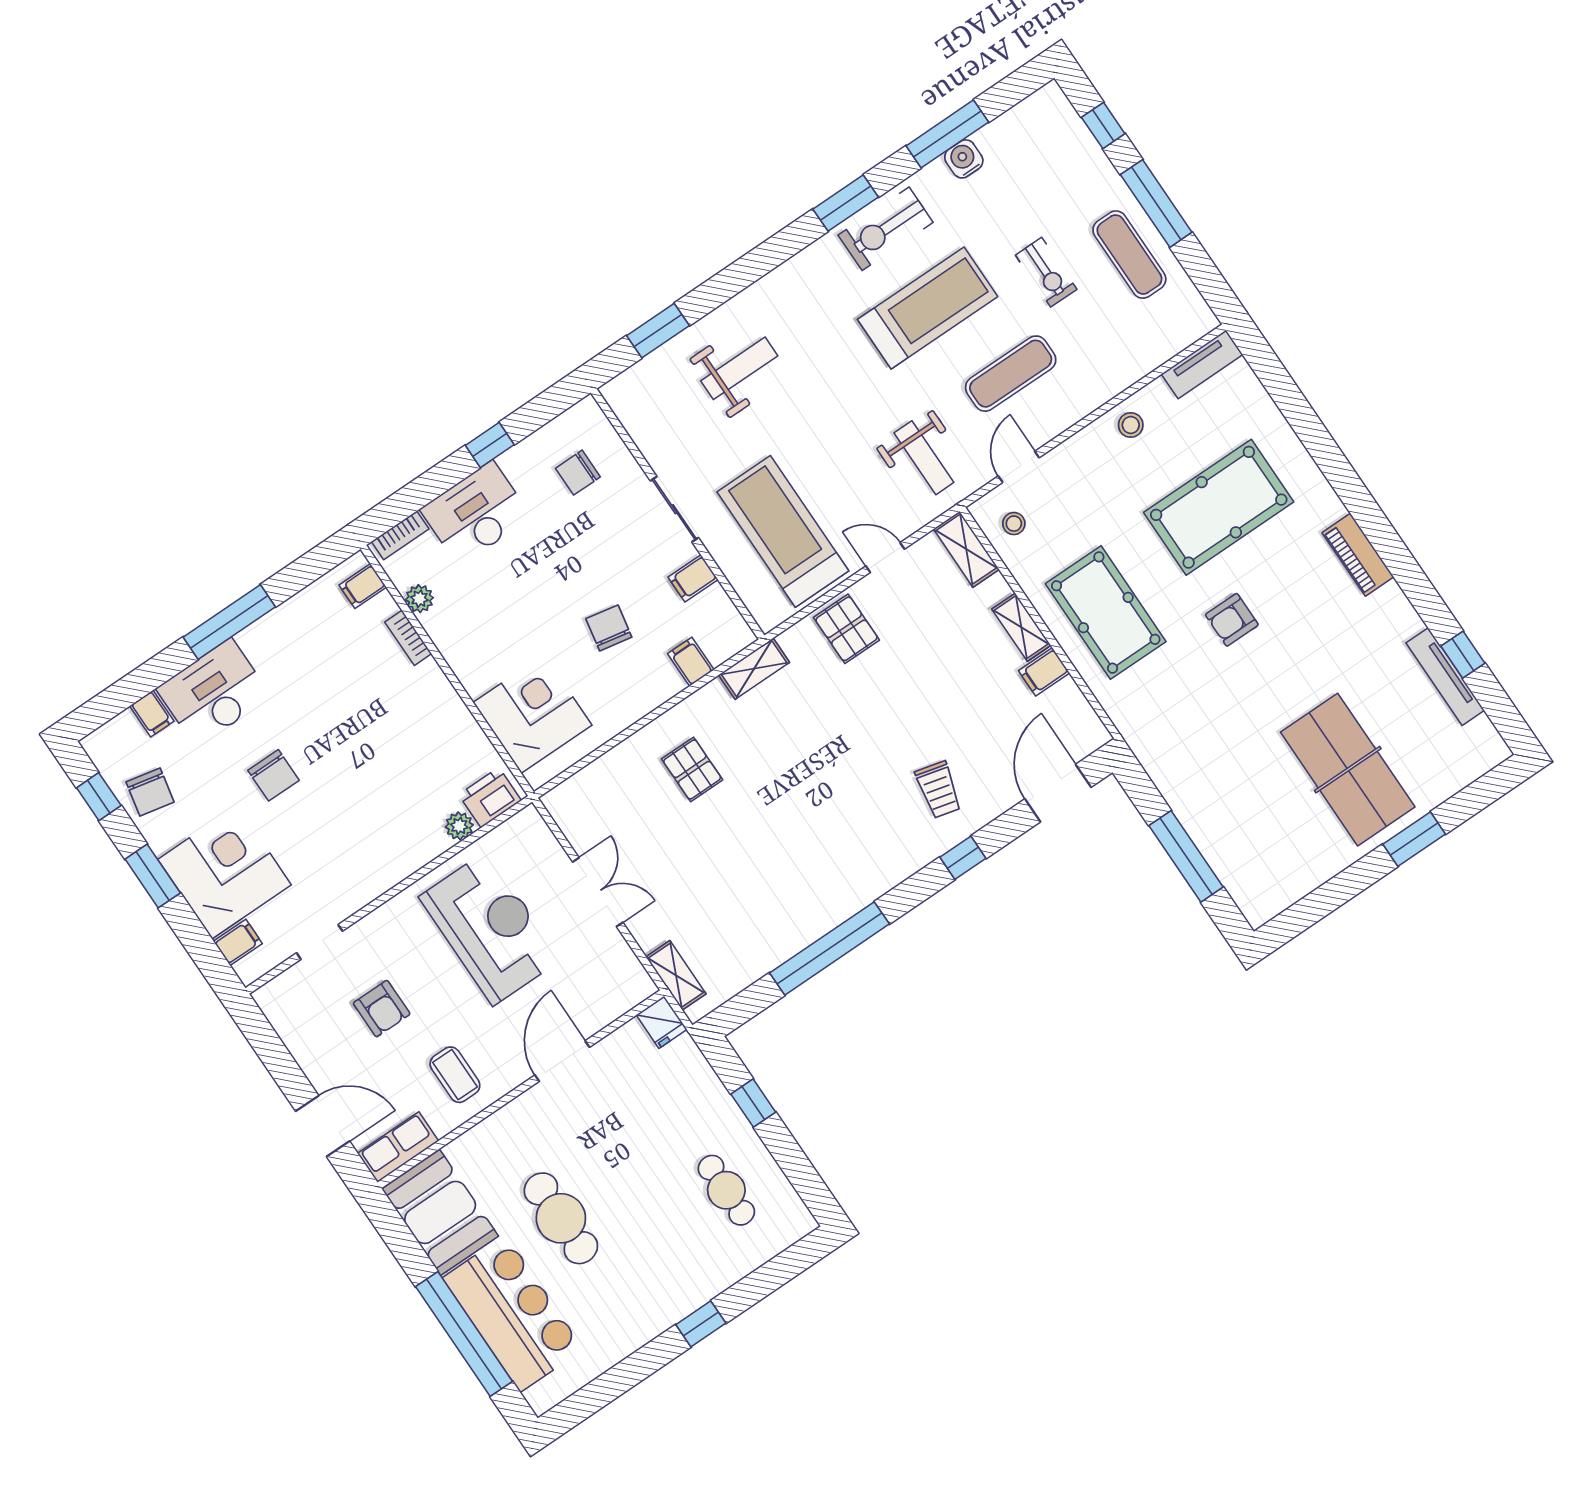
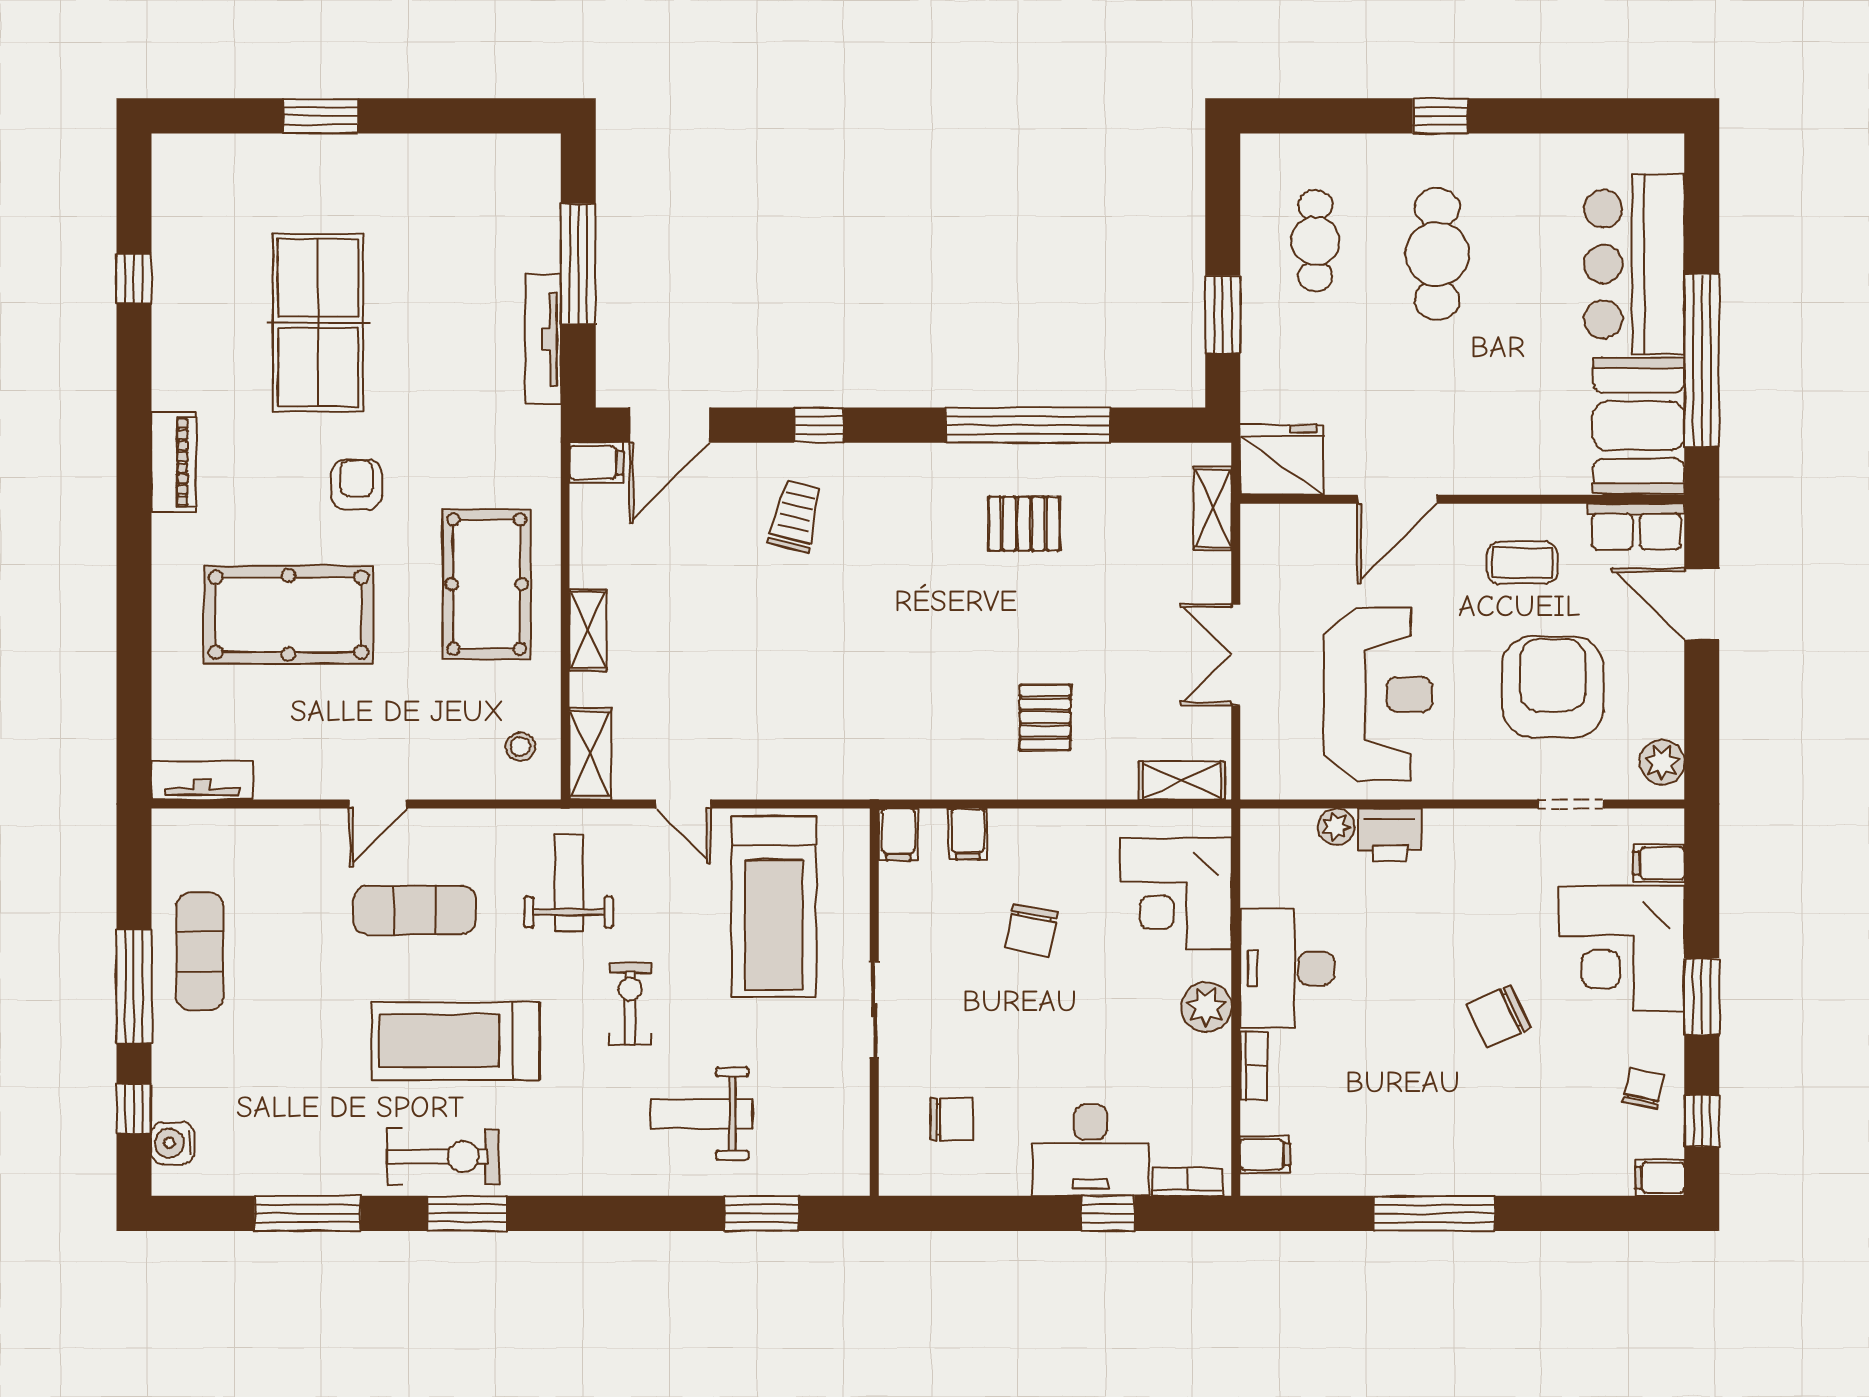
water cooler: (964, 159) -> (173, 1143), moved, turned 90
exercise bike: (1046, 272) -> (630, 1004), moved
stool: (1131, 425) -> (323, 767), removed
window: (490, 445) -> (1108, 1213), moved
door: (1019, 467) -> (378, 804), moved
filing cabinet: (693, 578) -> (898, 834), moved, turned 90
plant: (419, 599) -> (1206, 1007), moved, width x1.38, depth x1.38
armchair: (1232, 620) -> (357, 484), turned -90
pallet: (846, 629) -> (1024, 524), moved, turned 90
shelving: (754, 669) -> (1182, 780), moved
filing cabinet: (1044, 672) -> (596, 463), moved
tv unit: (1445, 677) -> (543, 339), moved, turned 180
desk: (214, 693) -> (1287, 968), moved, turned 90
filing cabinet: (152, 714) -> (1660, 1178), moved, turned -90
table tennis table: (1348, 770) -> (318, 323), moved
chair: (274, 775) -> (1499, 1016), turned -115
chair: (150, 792) -> (1643, 1089), width x0.73, depth x0.73
printer: (490, 798) -> (1390, 835), moved
reception desk: (490, 928) -> (1378, 694), turned 180
plant: (279, 1008) -> (1662, 762), added
armchair: (382, 1009) -> (1553, 687), width x1.88, depth x1.88
fridge: (662, 1022) -> (1282, 460), width x1.88, depth x1.34
coffee table: (455, 1075) -> (1522, 563), turned 90
window: (753, 1103) -> (1223, 315), width x1.50
cafe table: (561, 1218) -> (1437, 254), moved
window: (464, 1334) -> (1702, 360), moved

